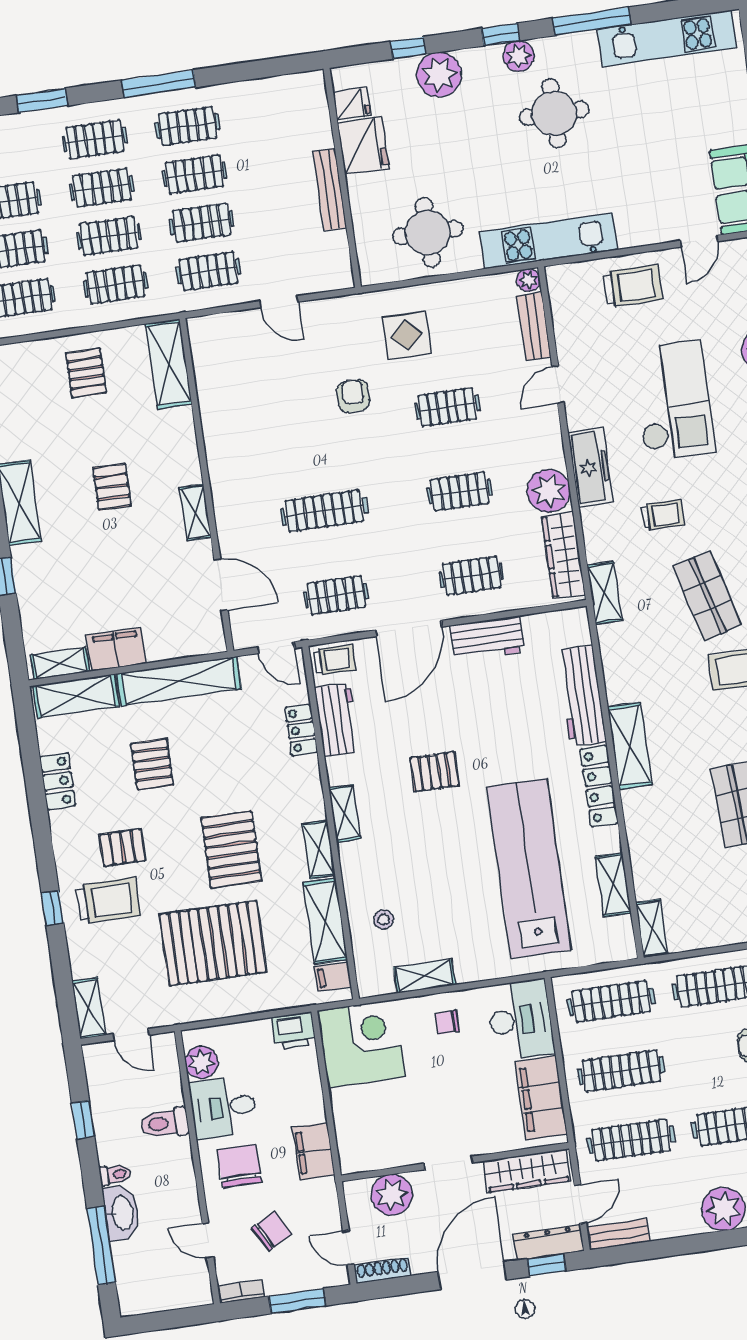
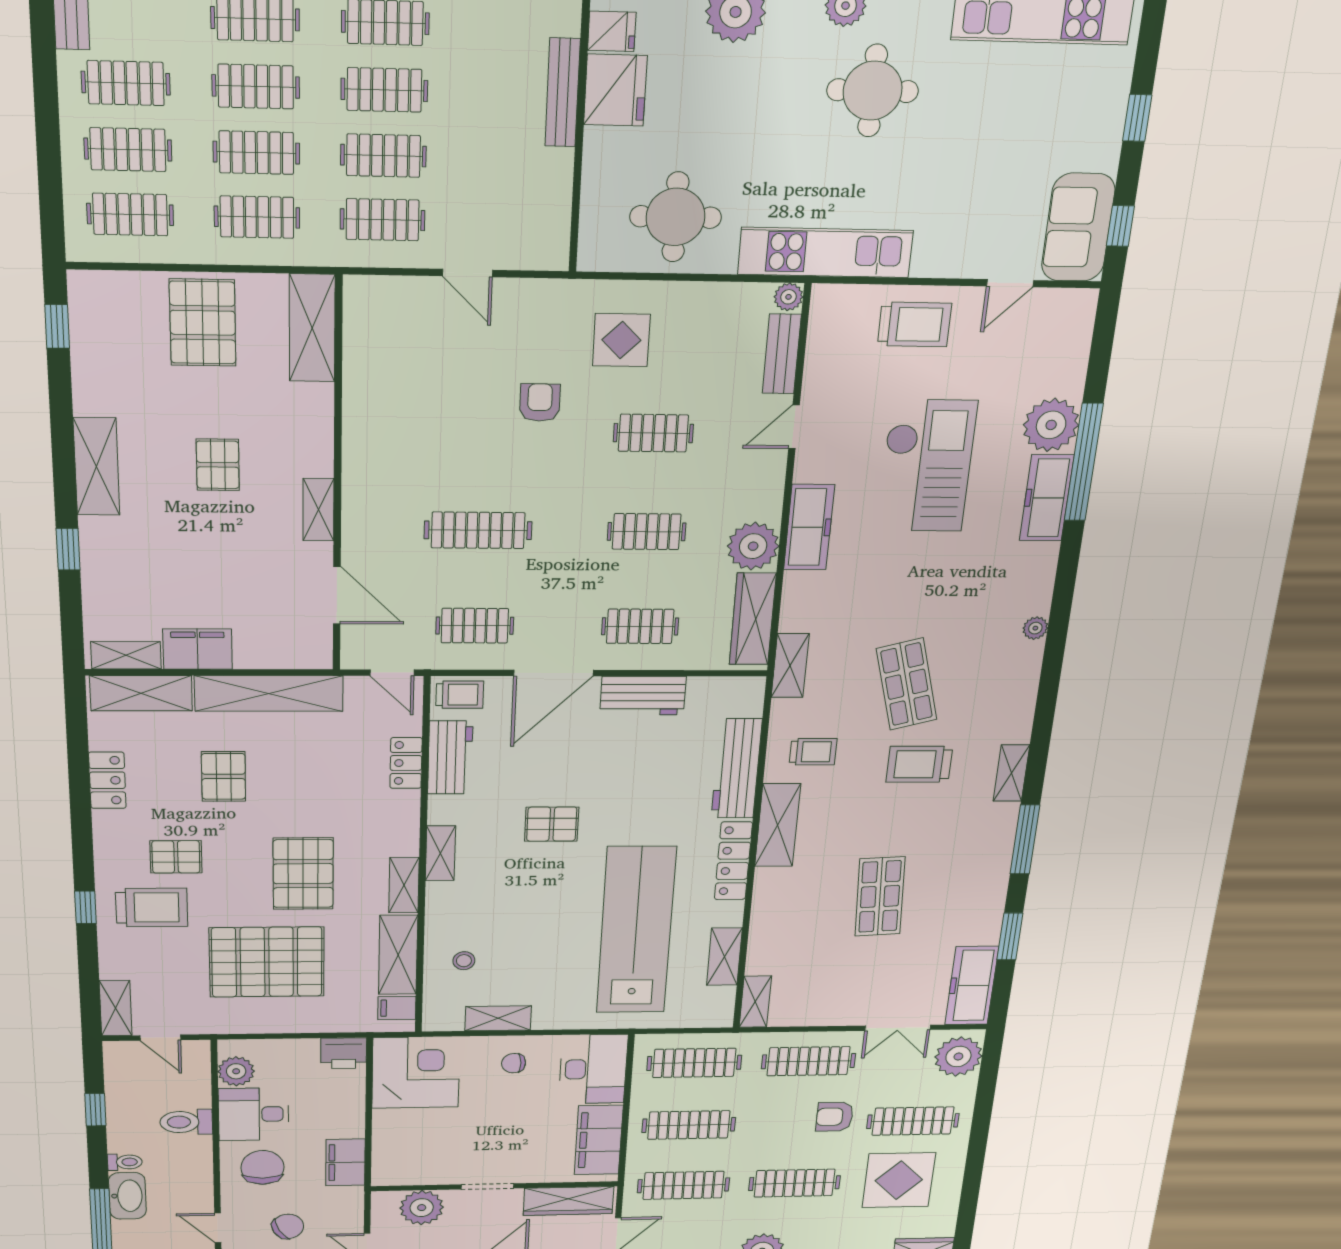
bench: (330, 189) -> (563, 93), moved
pallet: (86, 373) -> (203, 323), width x1.50, depth x1.42
trolley: (663, 515) -> (813, 752), moved

